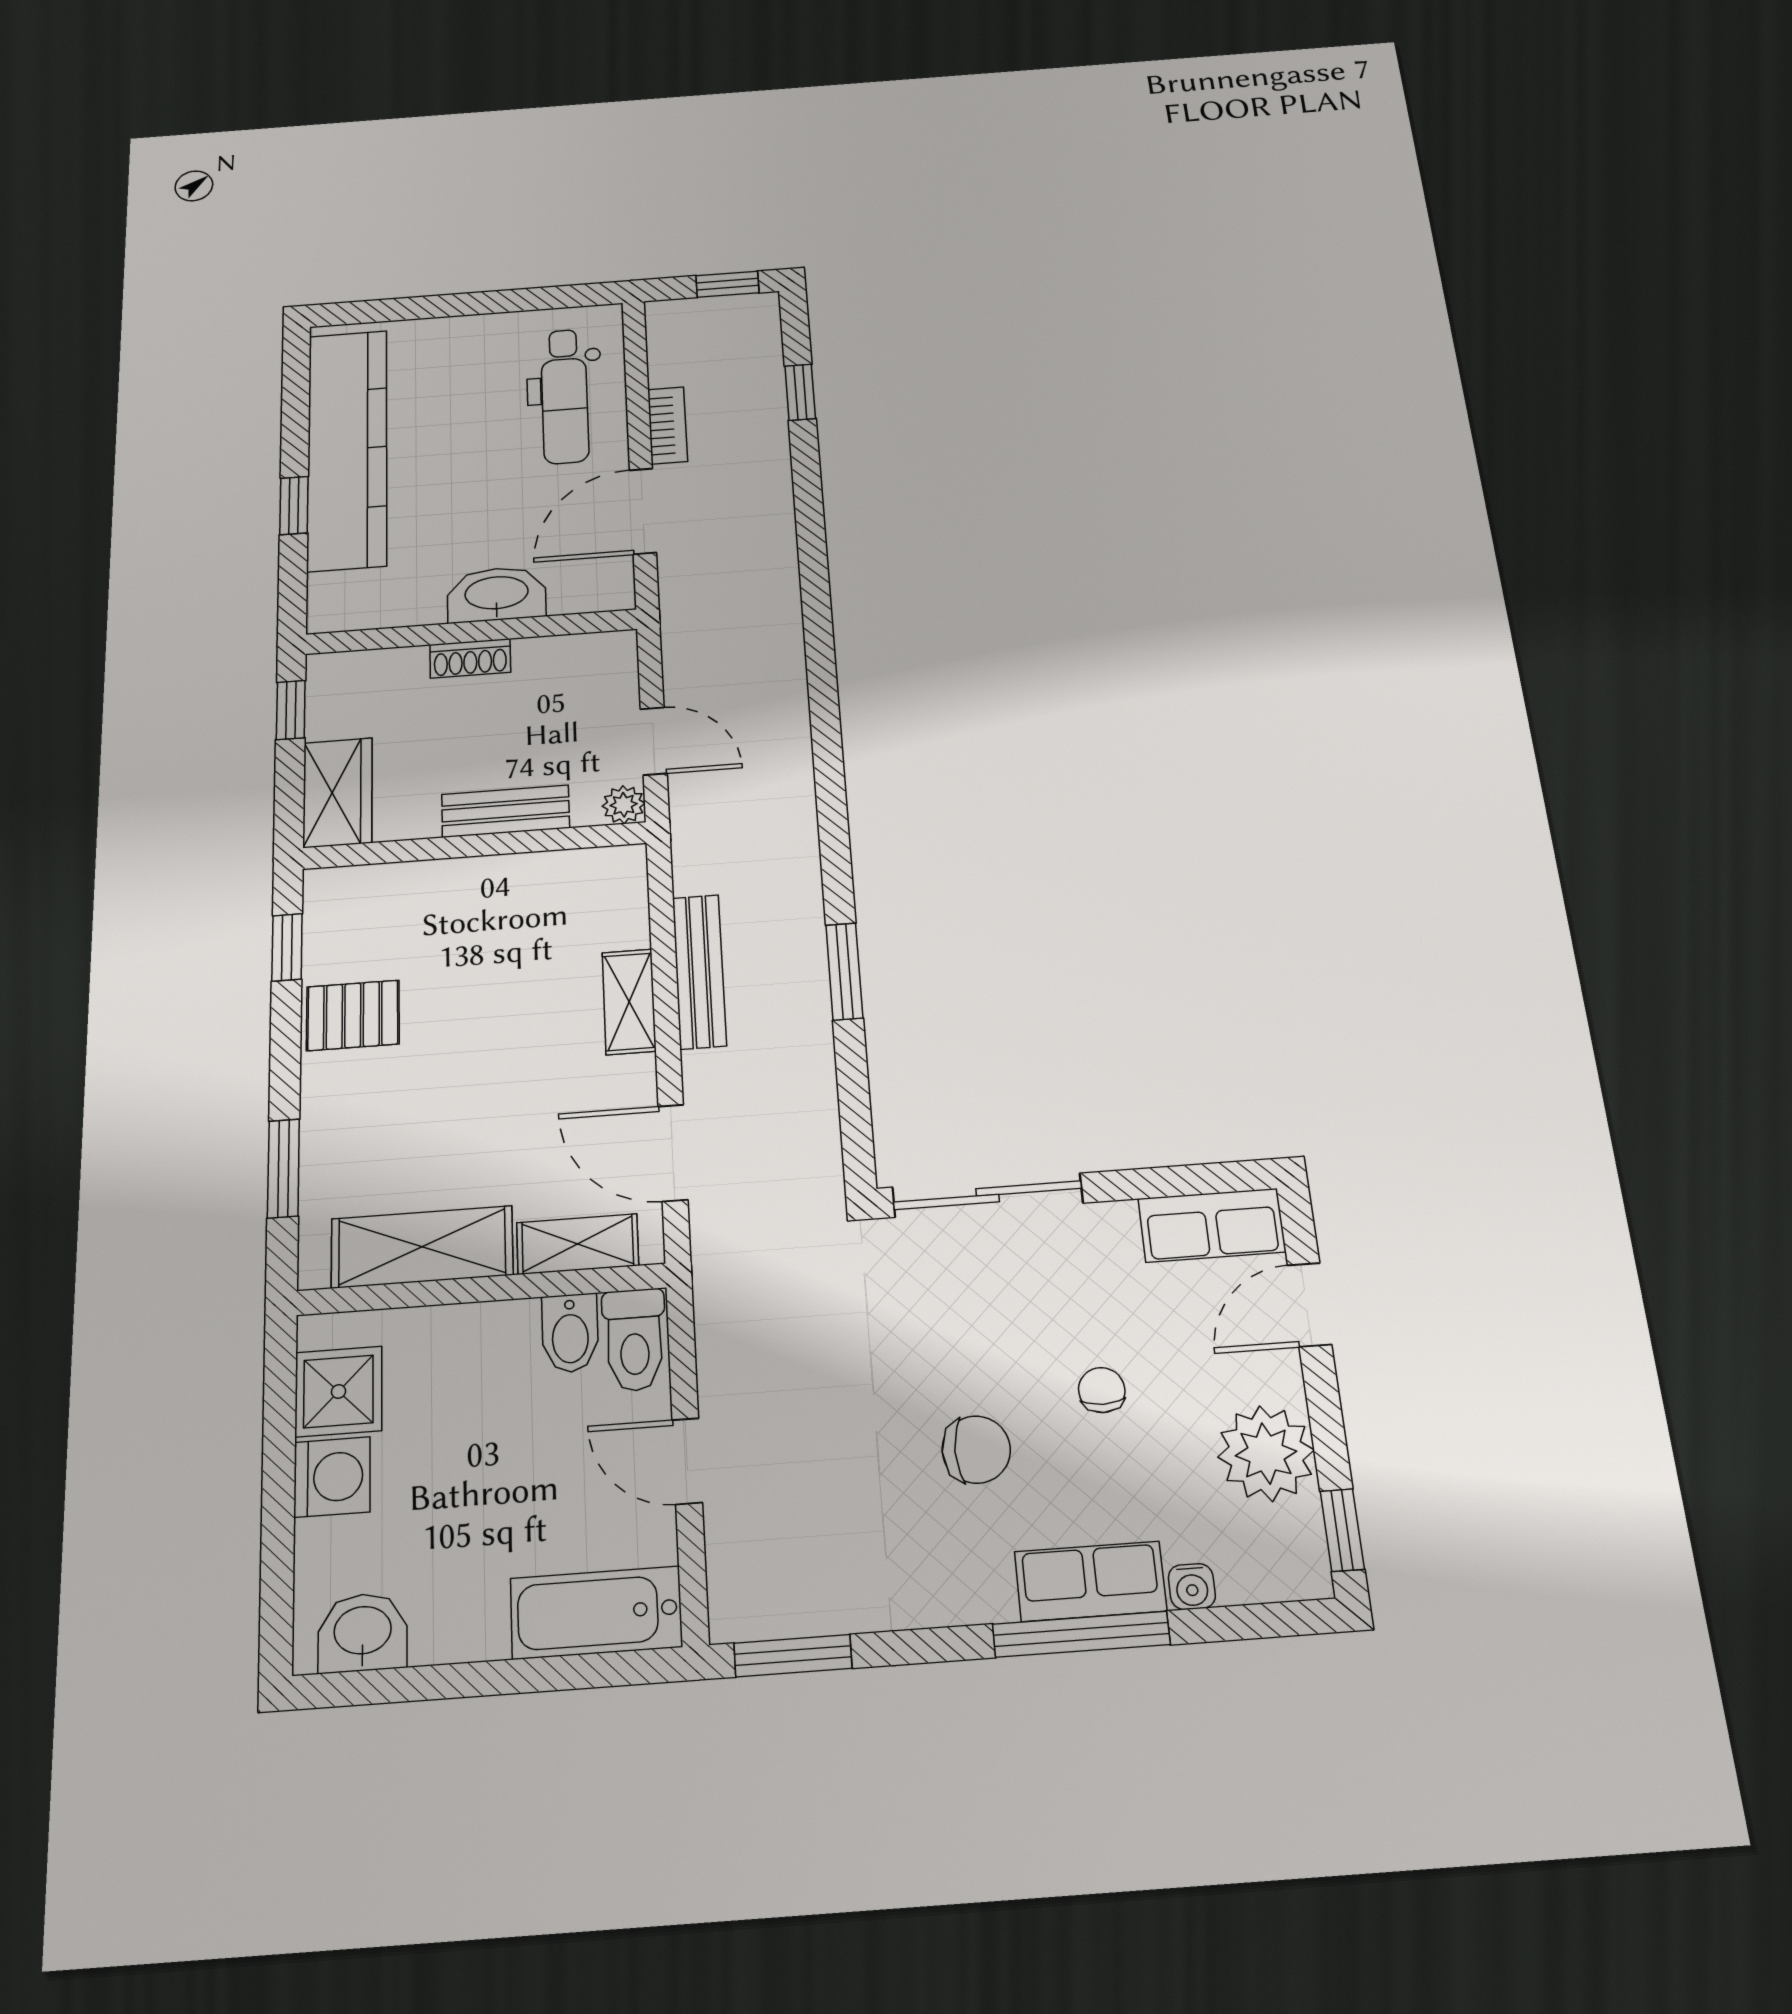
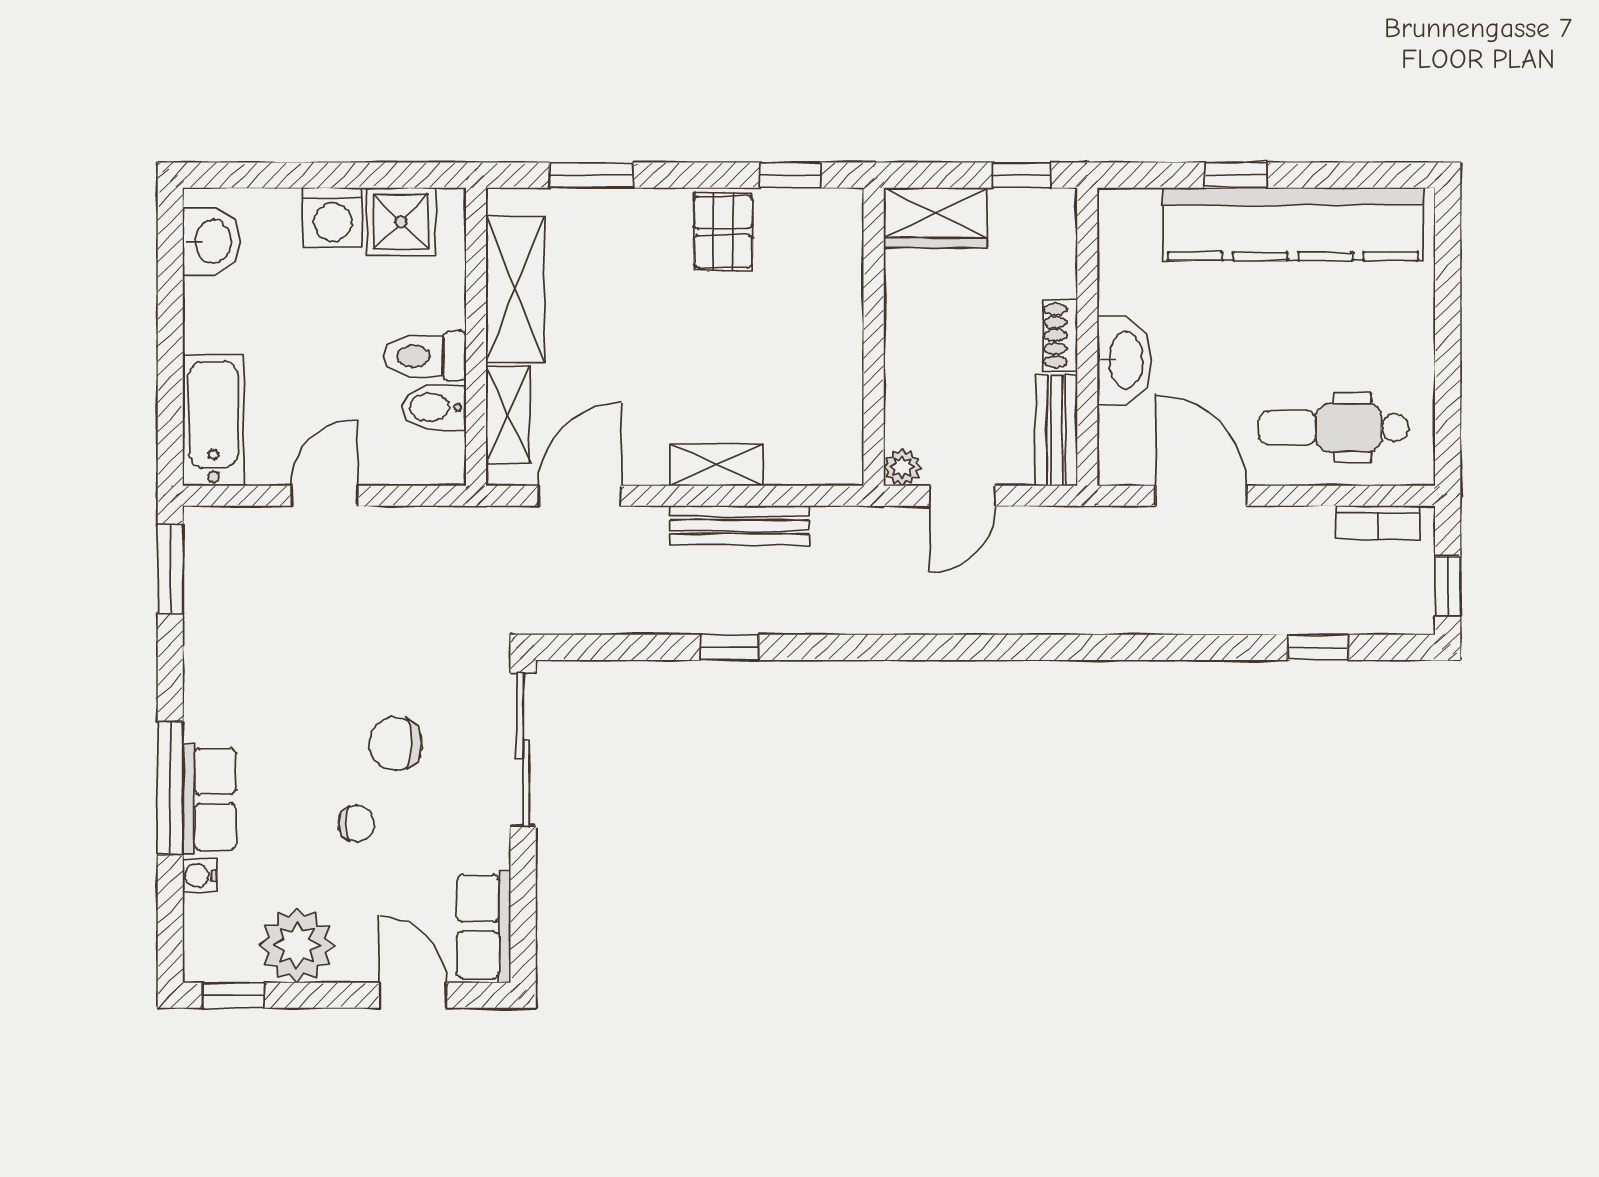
bookcase: (668, 425) -> (1378, 522), moved
bench: (506, 811) -> (1056, 431), moved
window: (844, 971) -> (730, 647), width x0.67
toilet: (634, 1340) -> (425, 356), moved
chair: (976, 1450) -> (396, 743), moved, turned 90

